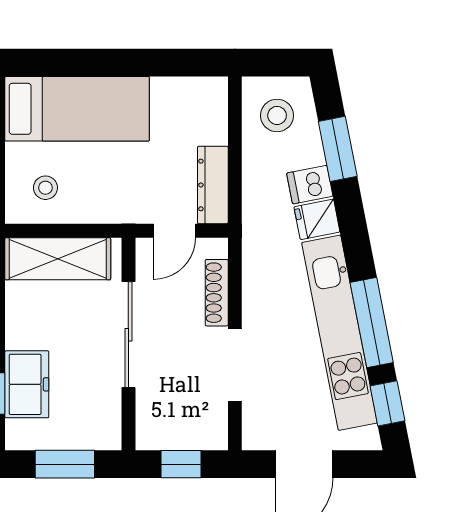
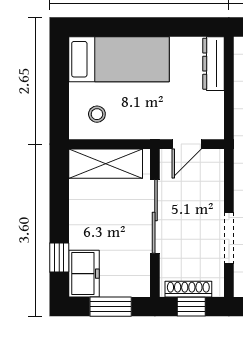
dresser: (213, 185) -> (213, 64), moved
shoe rack: (217, 293) -> (188, 289), moved, turned 90
freezer: (27, 384) -> (84, 274), moved

